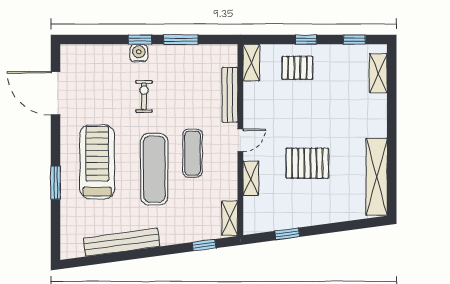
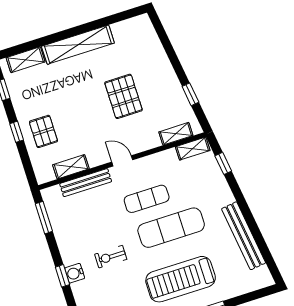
window: (181, 40) -> (44, 218), moved
shelving: (251, 63) -> (71, 167), moved
shelving: (377, 177) -> (78, 45), moved
shelving: (251, 178) -> (176, 134), moved

